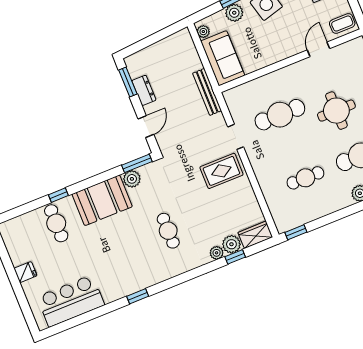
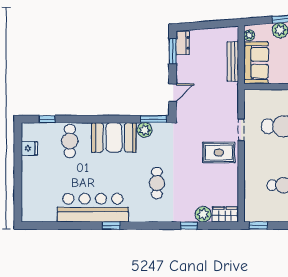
dresser: (144, 90) -> (183, 43), moved
bench: (207, 92) -> (233, 62), moved
window: (58, 195) -> (47, 119), moved
plant: (217, 253) -> (188, 216), removed
window: (235, 257) -> (189, 226), moved
fridge: (25, 272) -> (29, 148), moved
bar counter: (71, 301) -> (93, 208), moved, width x1.36

